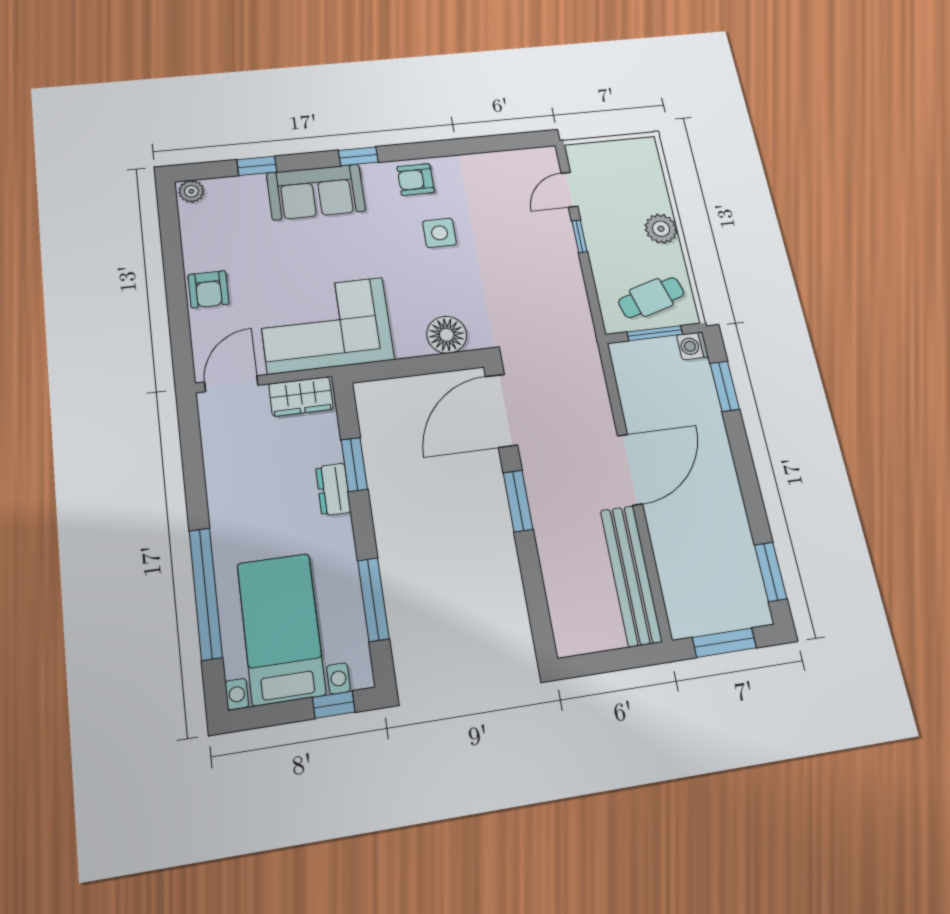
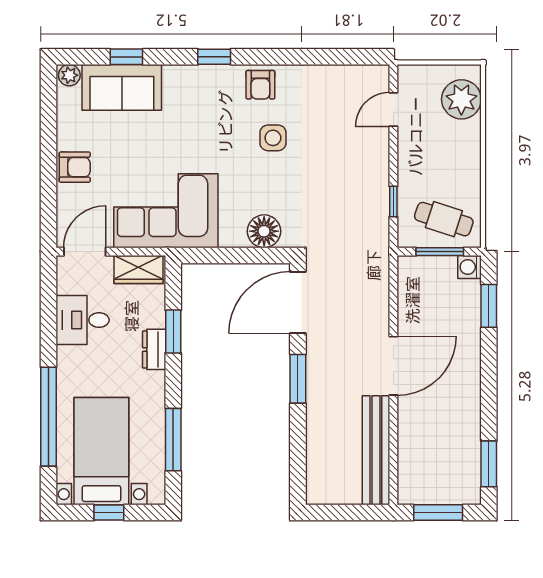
armchair: (416, 179) -> (260, 85), turned -90
sofa: (316, 192) -> (122, 87), moved
plant: (661, 229) -> (461, 99), moved, width x1.36, depth x1.36
window: (580, 236) -> (393, 201), moved
armchair: (208, 289) -> (75, 167), turned -90
cafe table: (651, 298) -> (444, 219), turned 34
desk: (238, 465) -> (83, 320), added
window: (334, 705) -> (109, 513), moved

